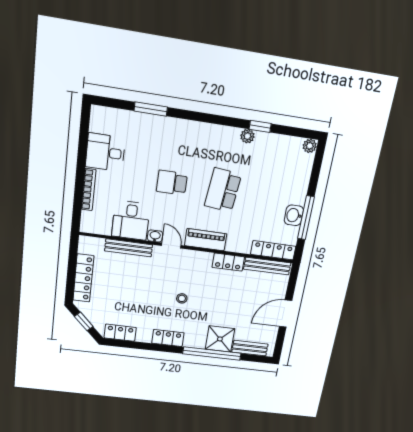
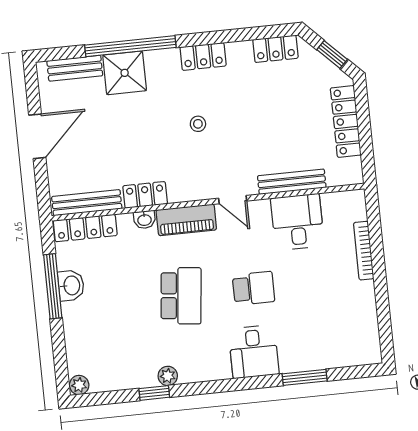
desk: (105, 152) -> (254, 352), moved, turned 90
washbasin: (155, 236) -> (144, 220), moved

